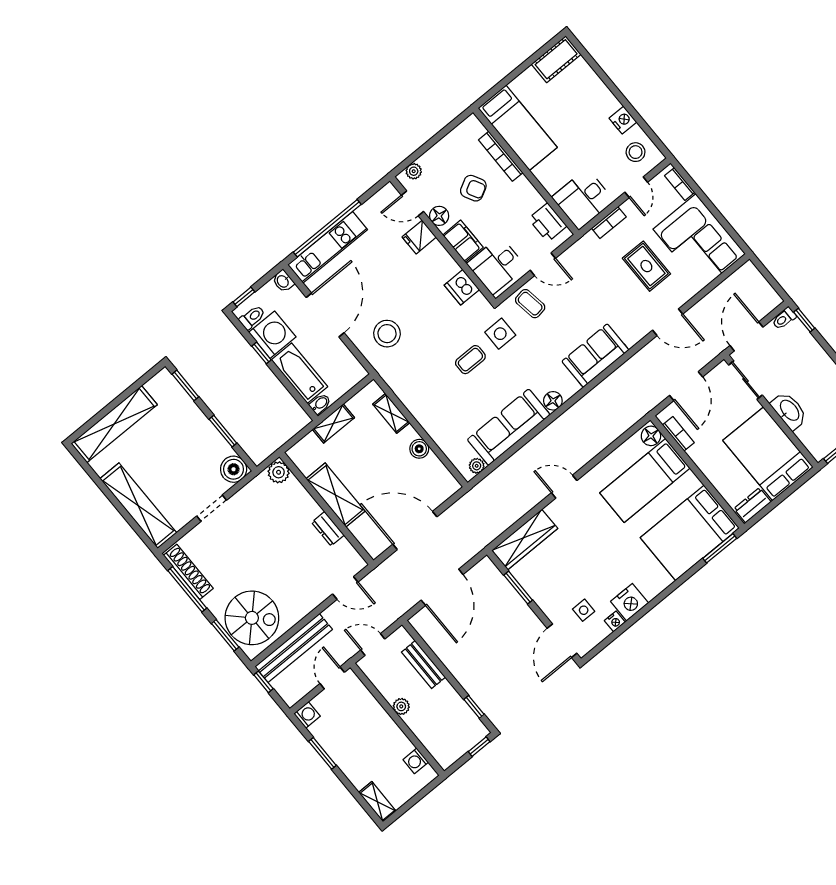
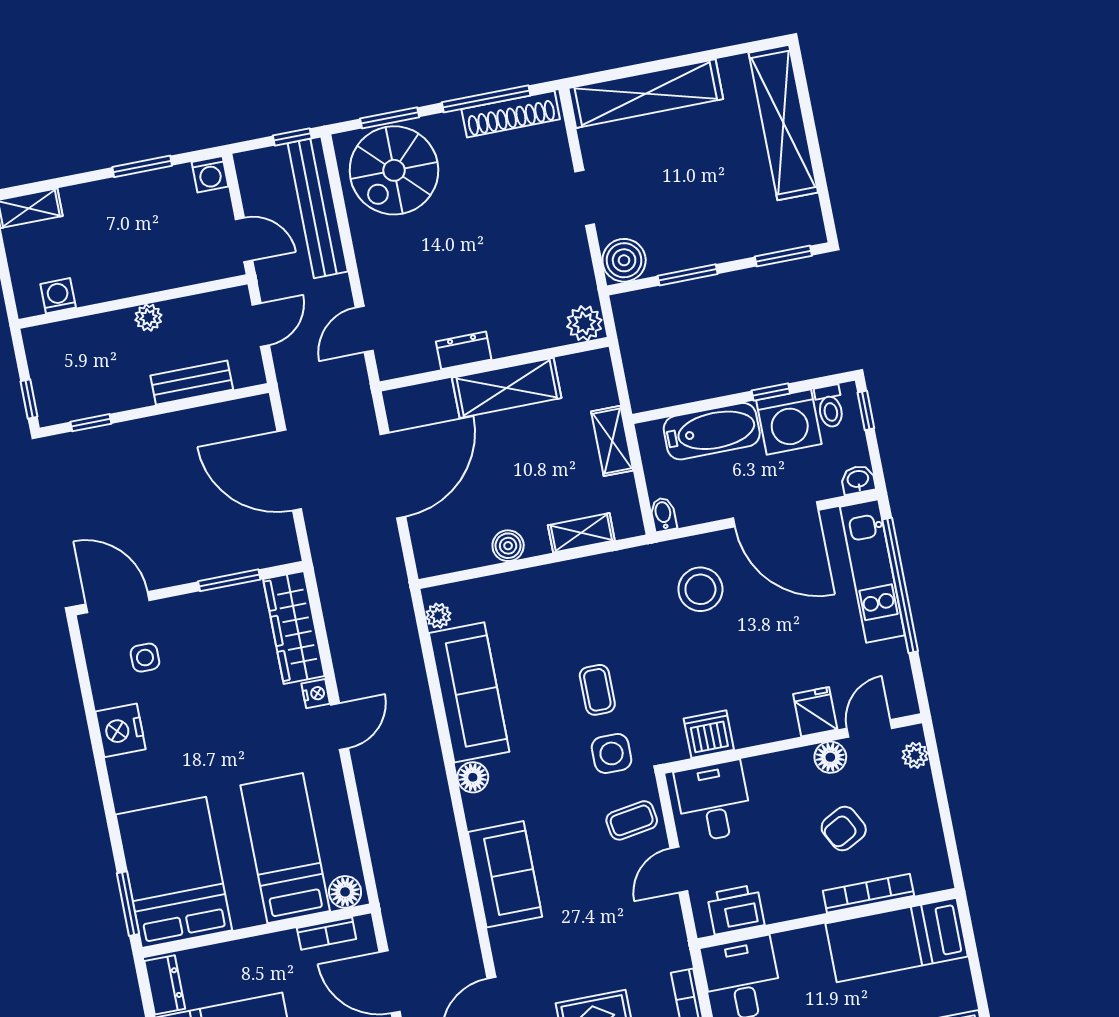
filing cabinet: (463, 241) -> (775, 772), removed
bidet: (320, 404) -> (663, 514), moved, turned 180
nightstand: (615, 621) -> (316, 694), moved, turned 180

